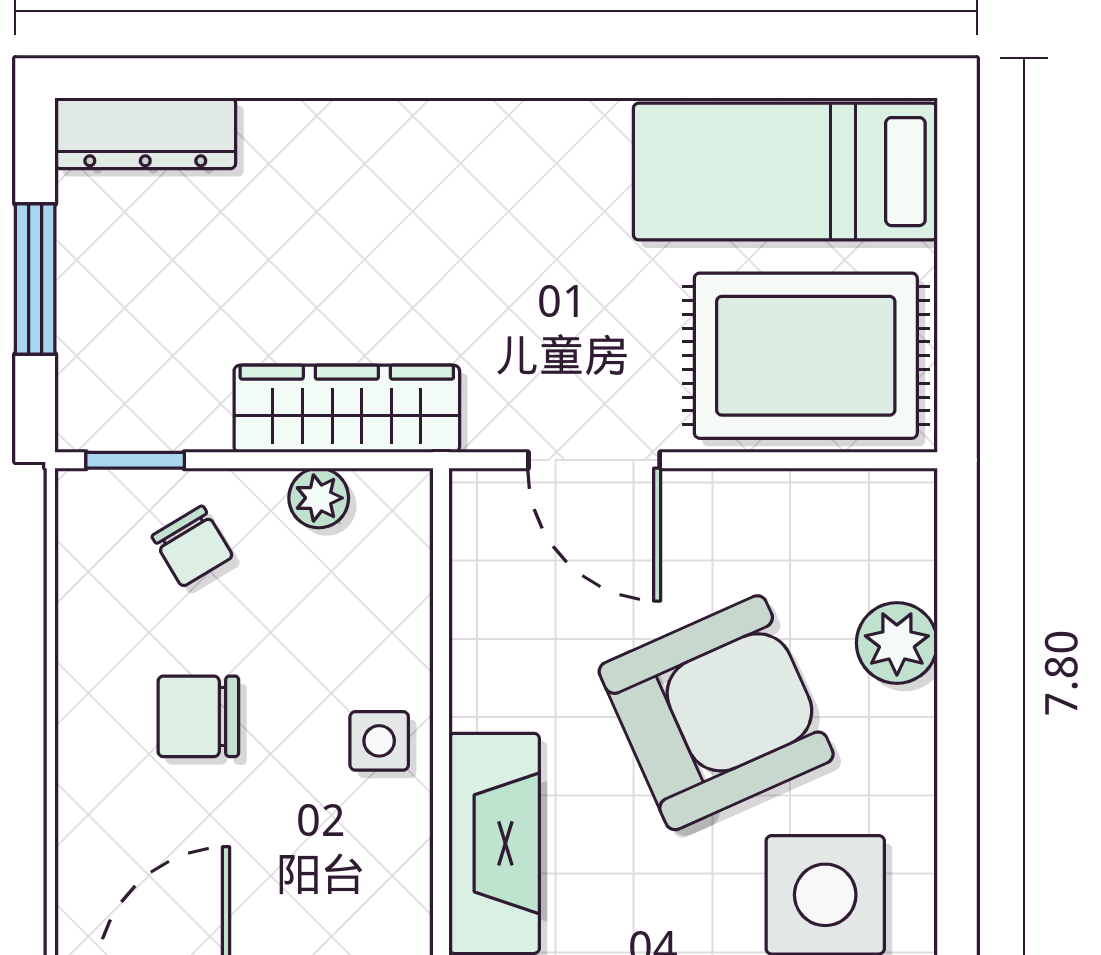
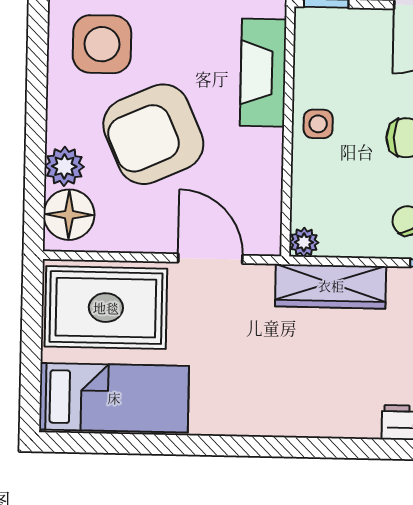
plant: (319, 498) -> (304, 242), moved
floor lamp: (885, 544) -> (69, 215), added

